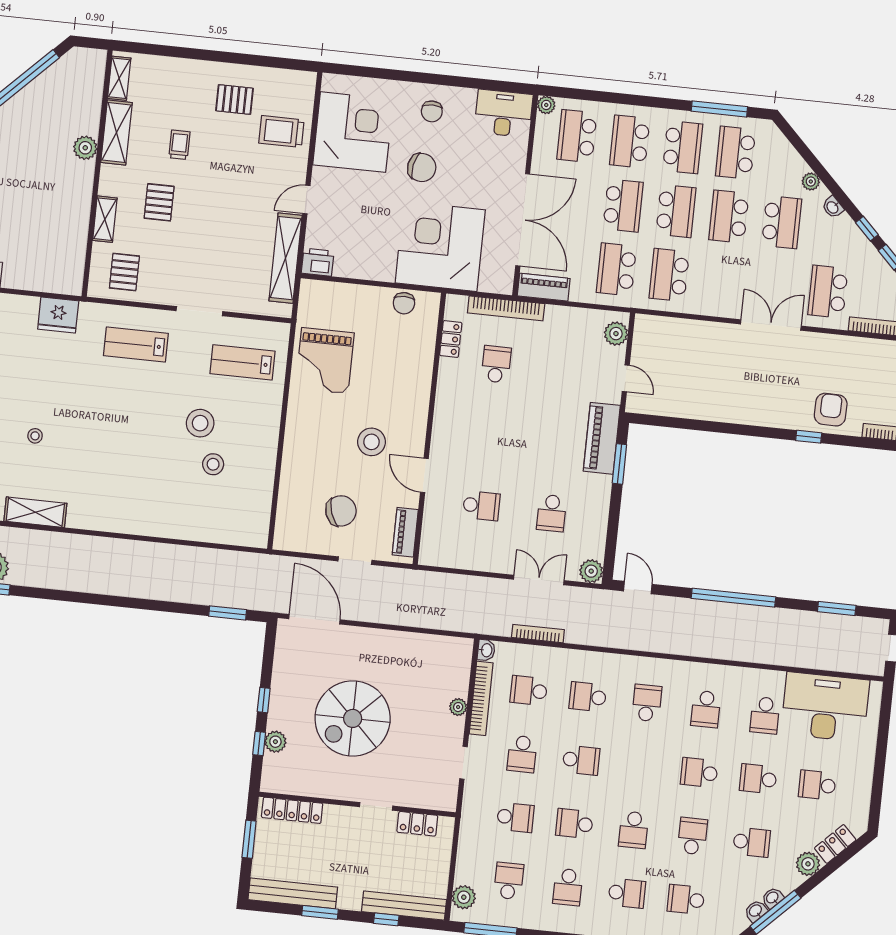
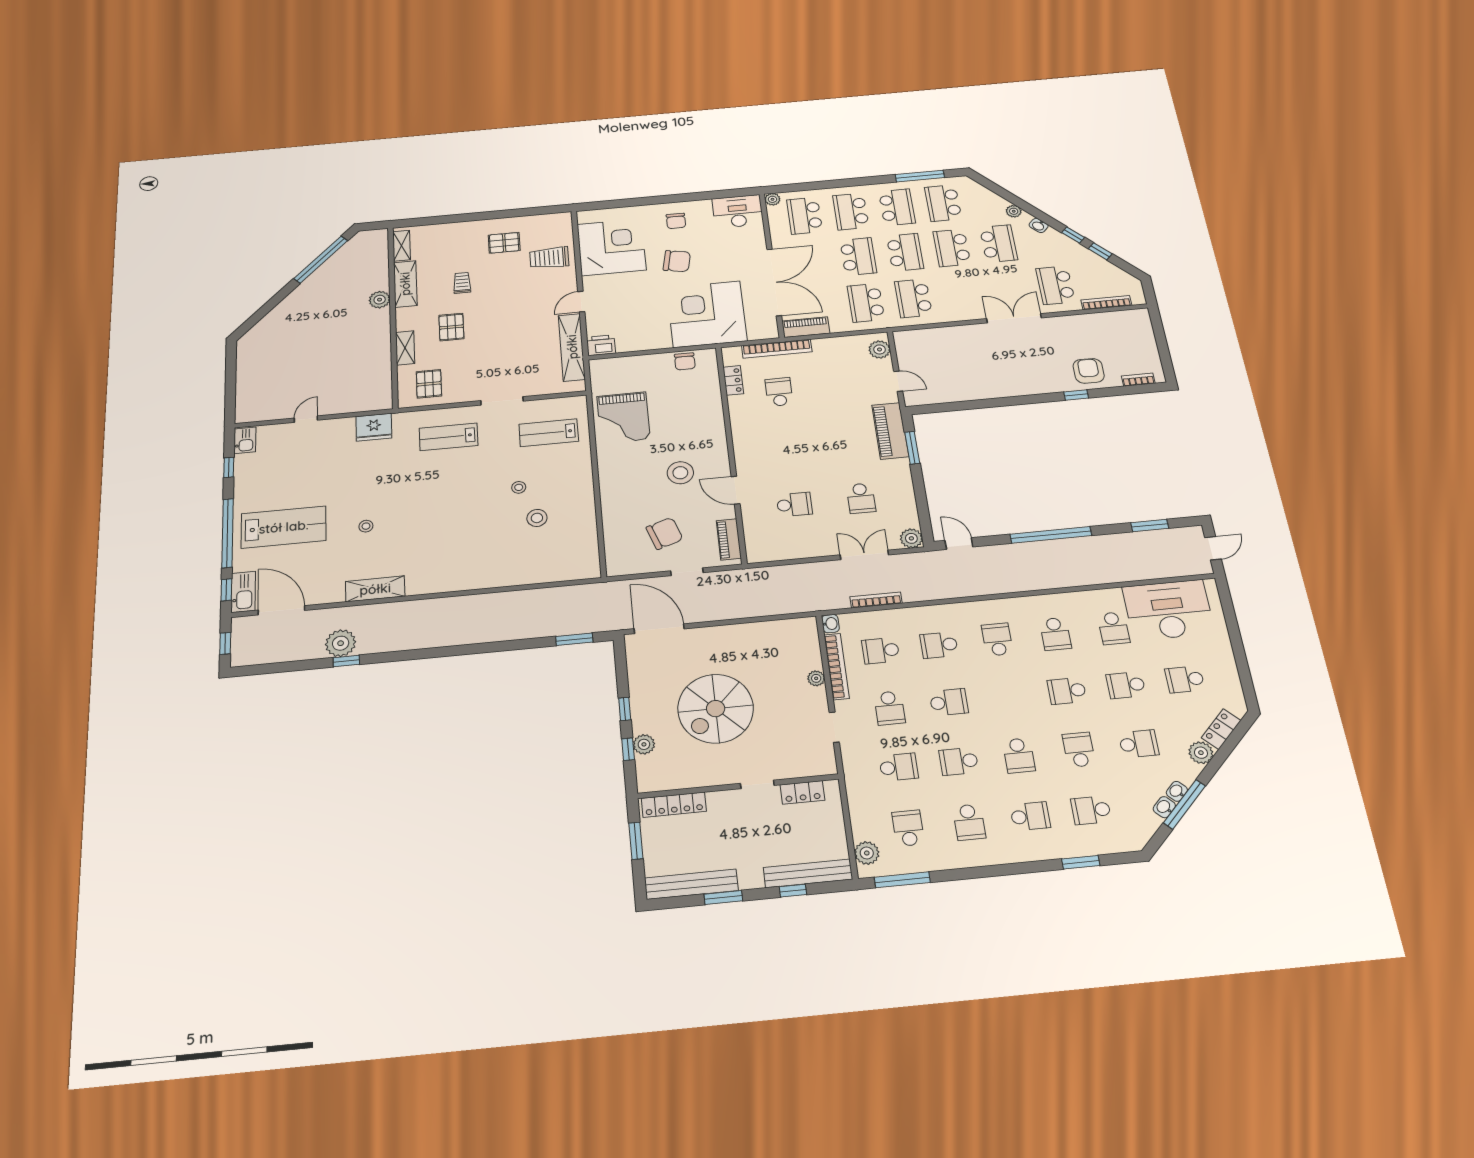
stool: (200, 423) -> (519, 487), width x0.53, depth x0.53

